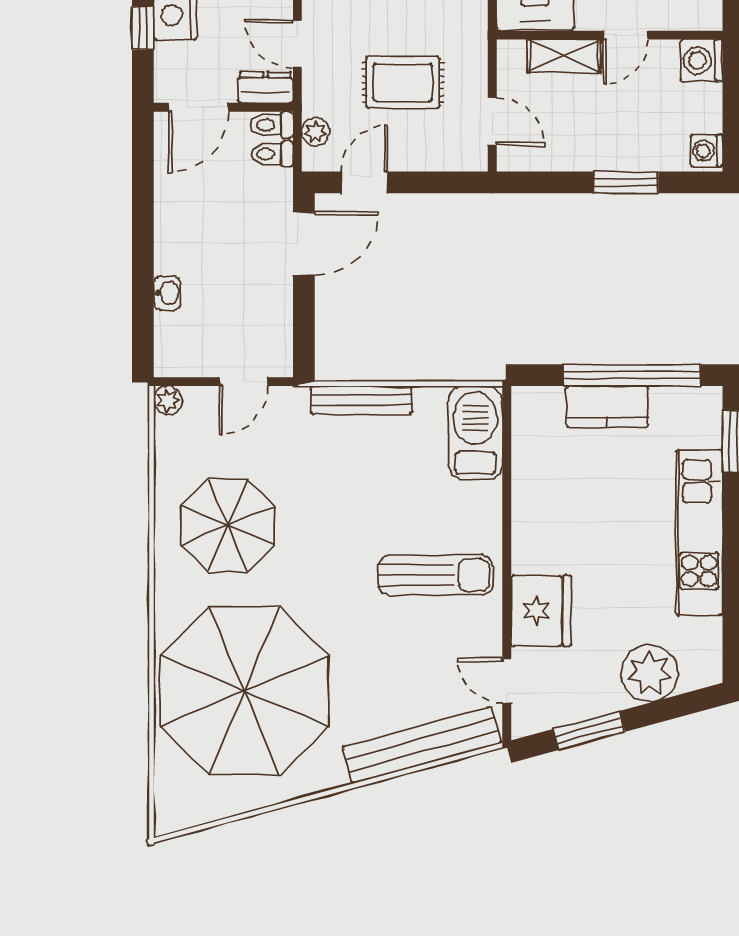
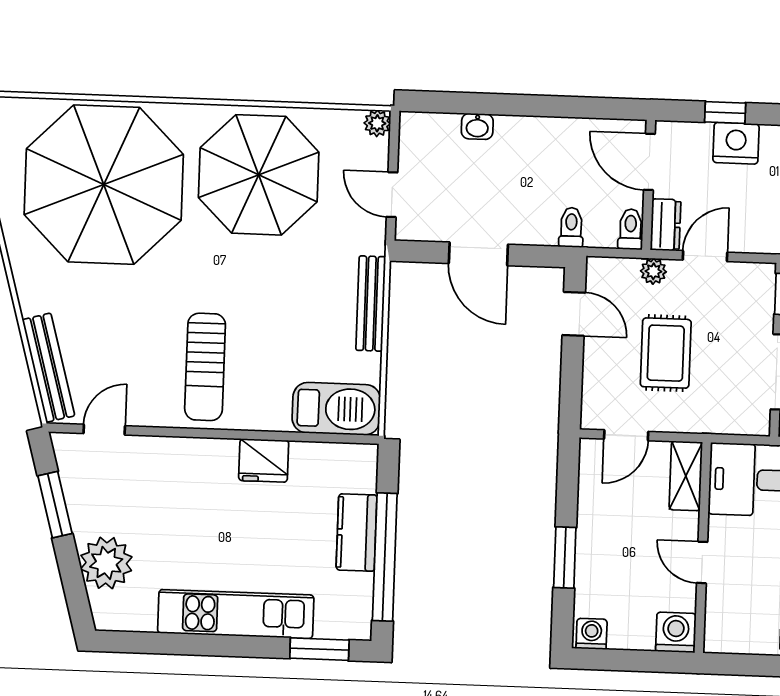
shelving: (564, 56) -> (686, 476), moved
plant: (316, 132) -> (653, 271), moved
toilet: (272, 154) -> (571, 227), moved
door: (304, 244) -> (478, 254), moved
parasol: (228, 525) -> (259, 175), width x1.36, depth x1.36
fridge: (541, 611) -> (264, 460), moved, width x0.73, depth x0.75
bench: (422, 745) -> (49, 368), width x0.73, depth x0.82

